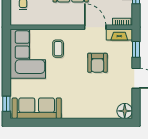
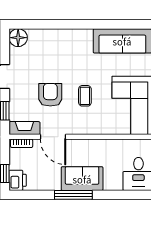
coffee table: (58, 49) -> (85, 96), moved

